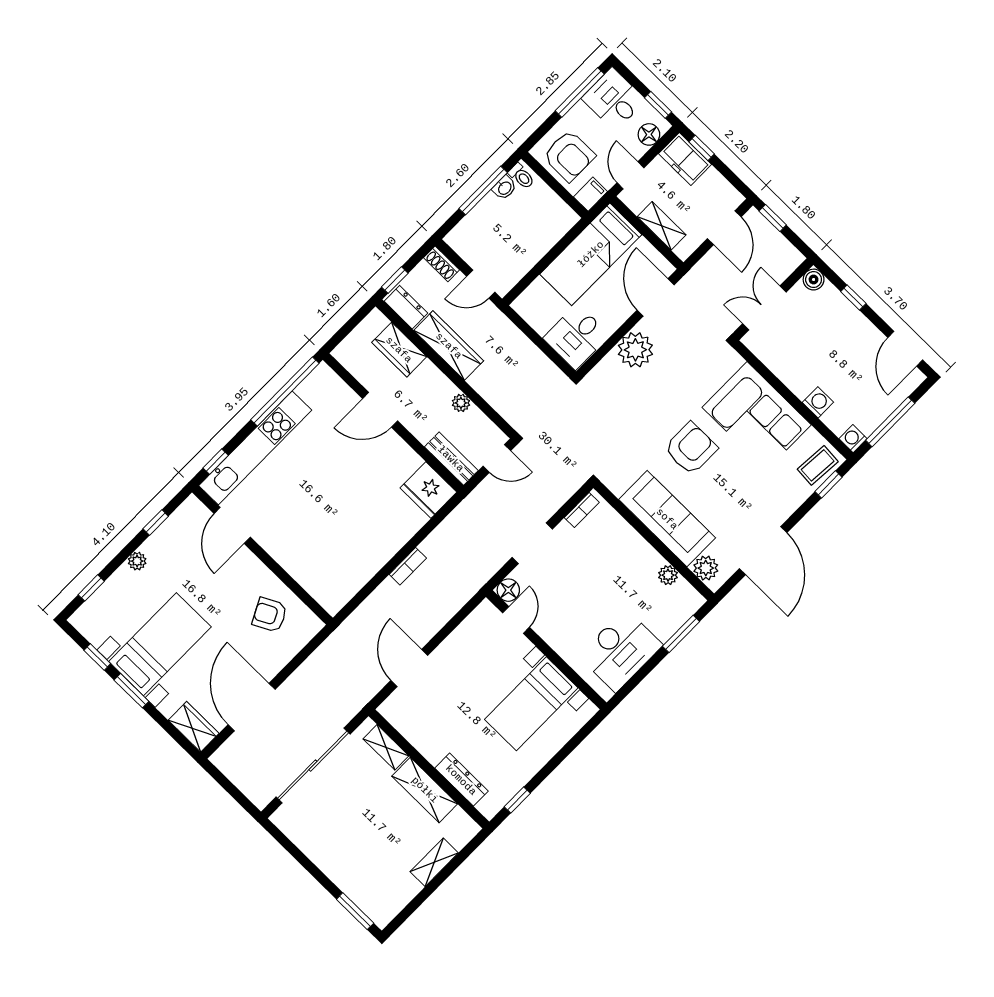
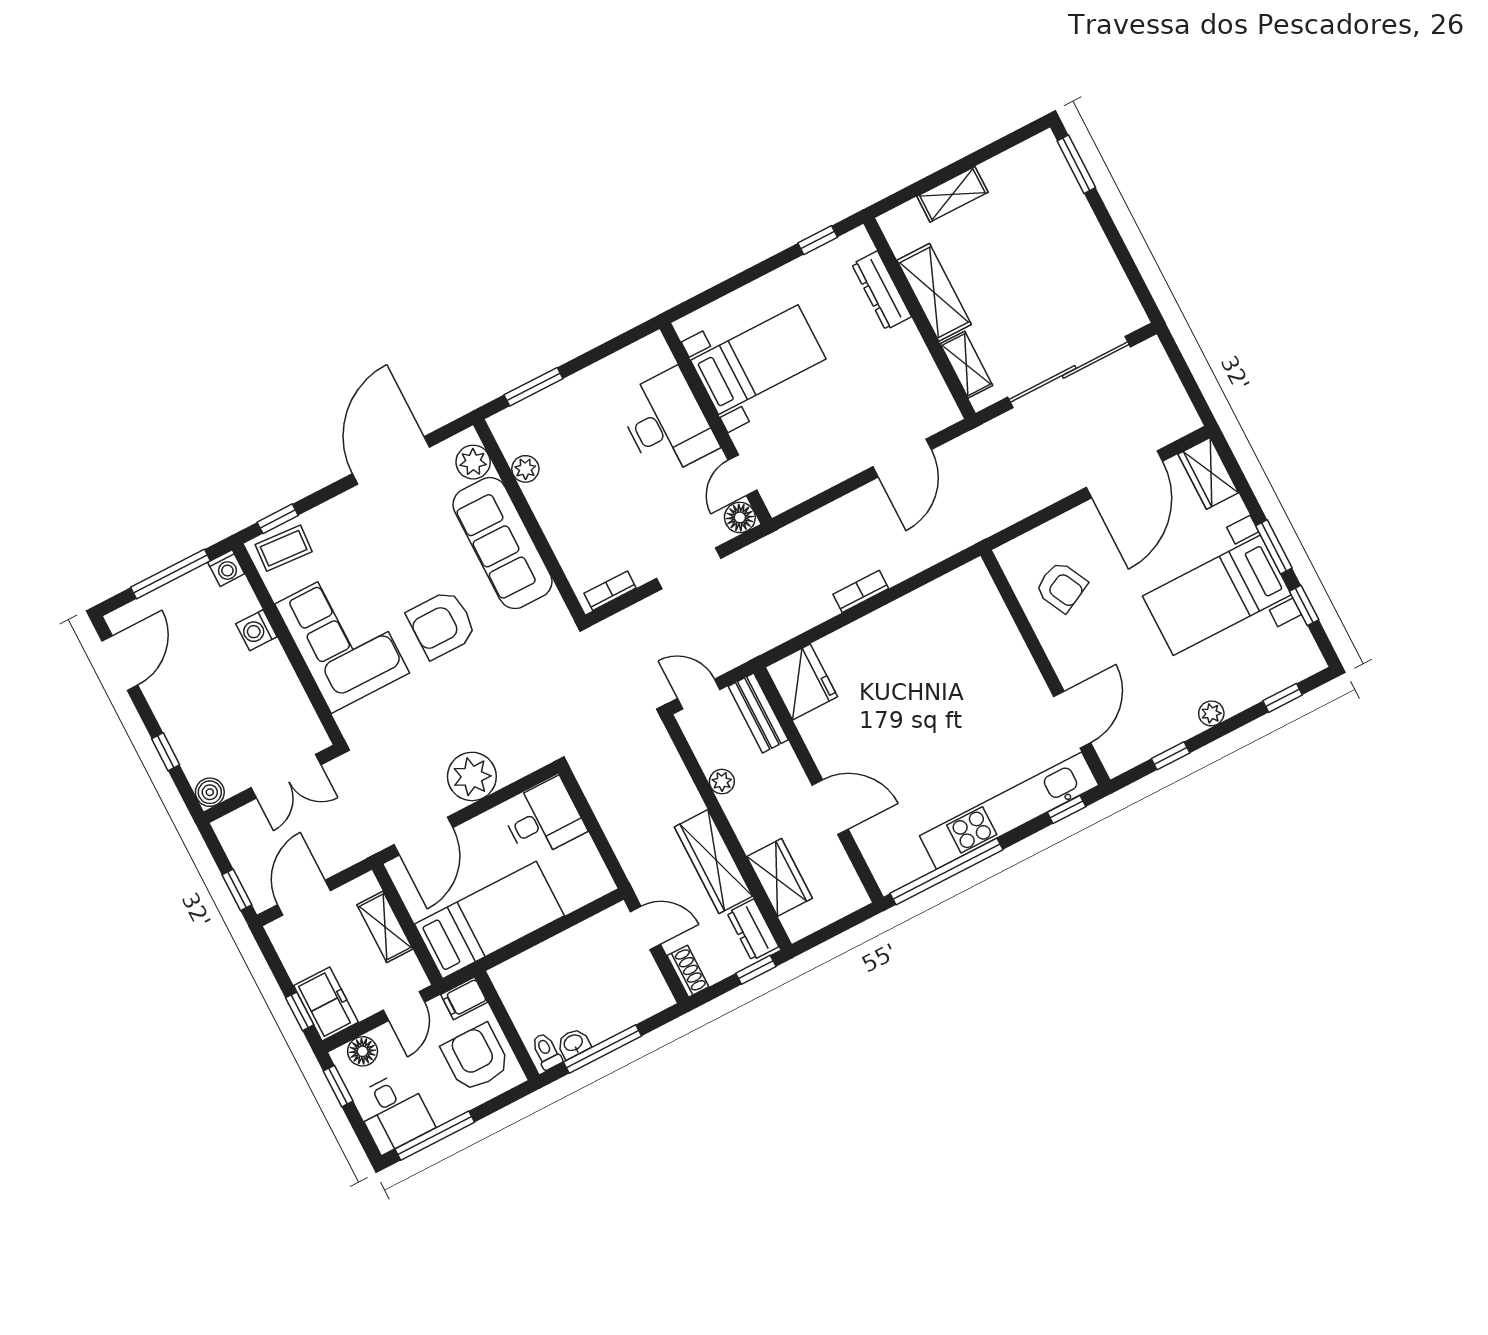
desk: (620, 650) -> (667, 423), moved, turned 90

